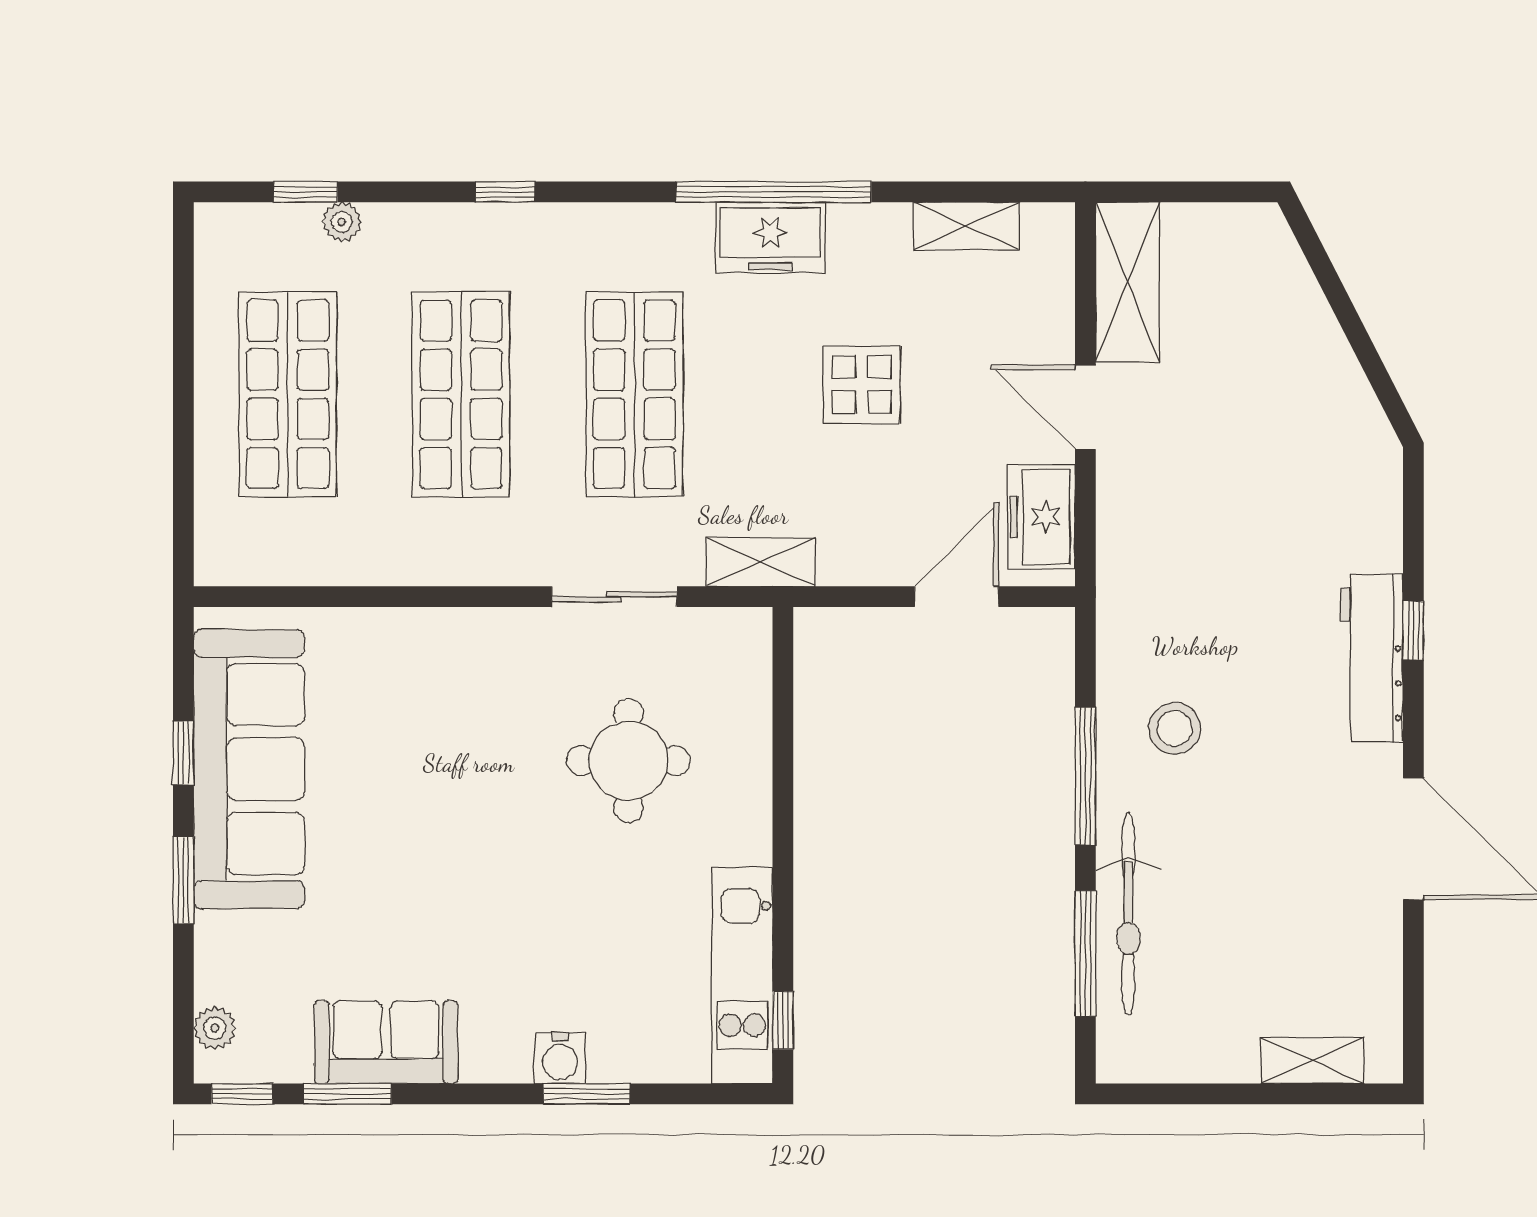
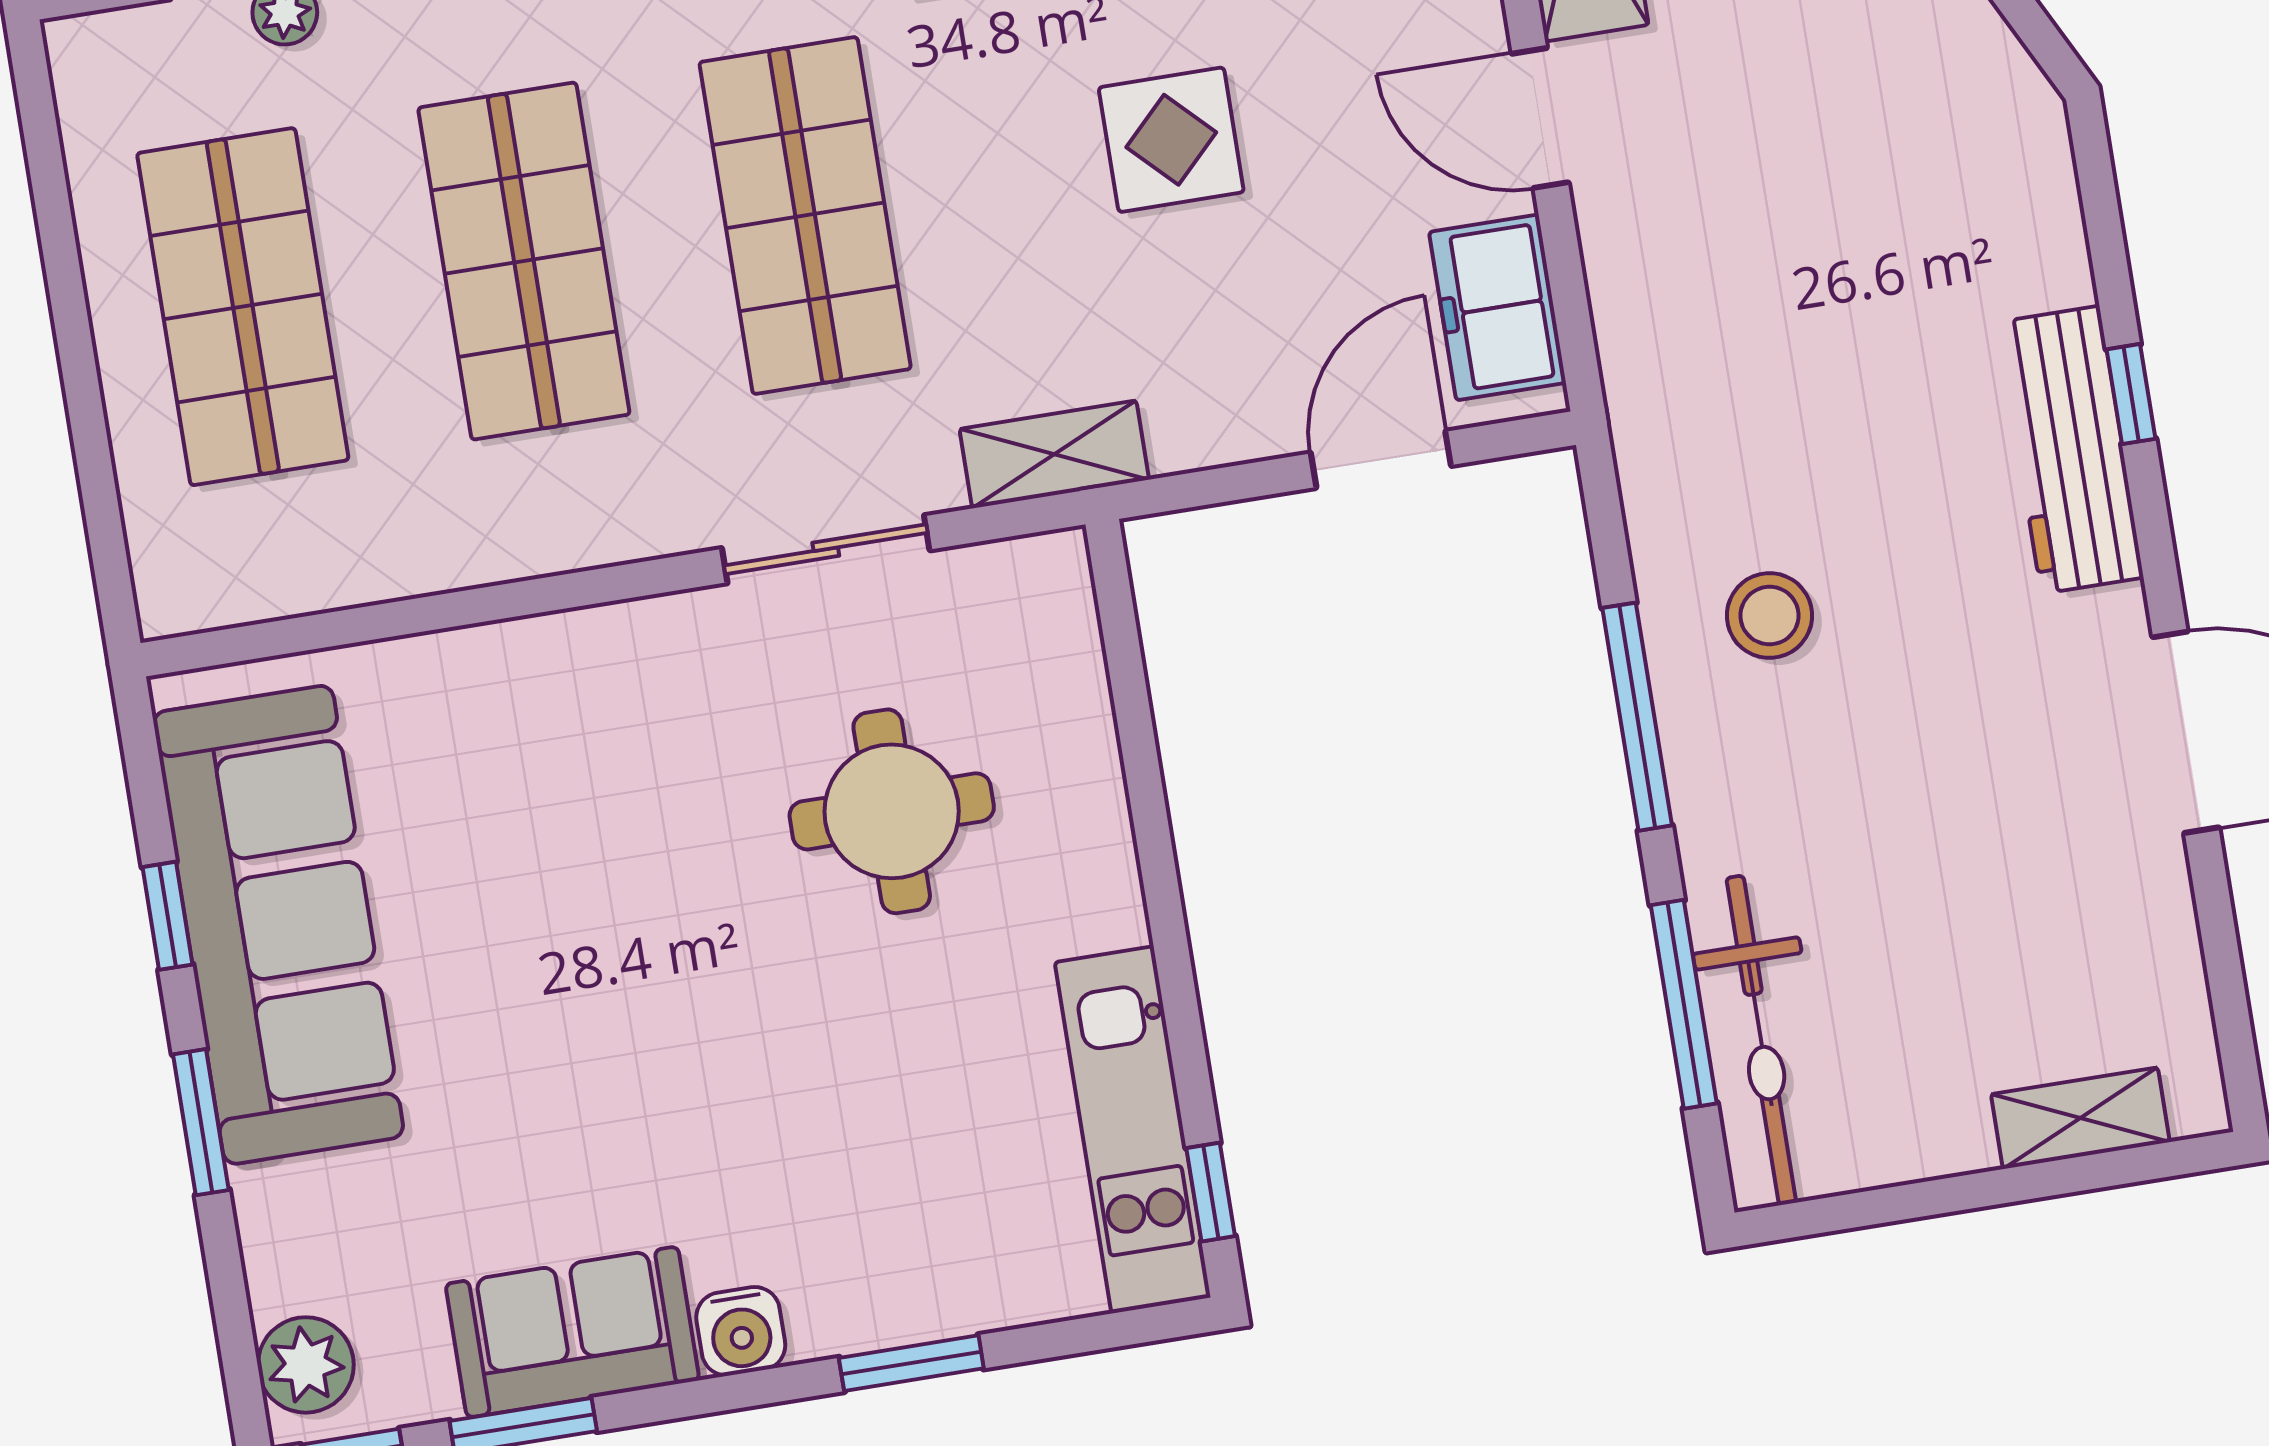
bicycle: (1128, 914) -> (1761, 1040), moved
plant: (215, 1028) -> (306, 1365), width x1.38, depth x1.38
water cooler: (560, 1058) -> (741, 1331), moved

